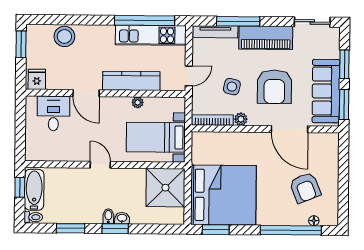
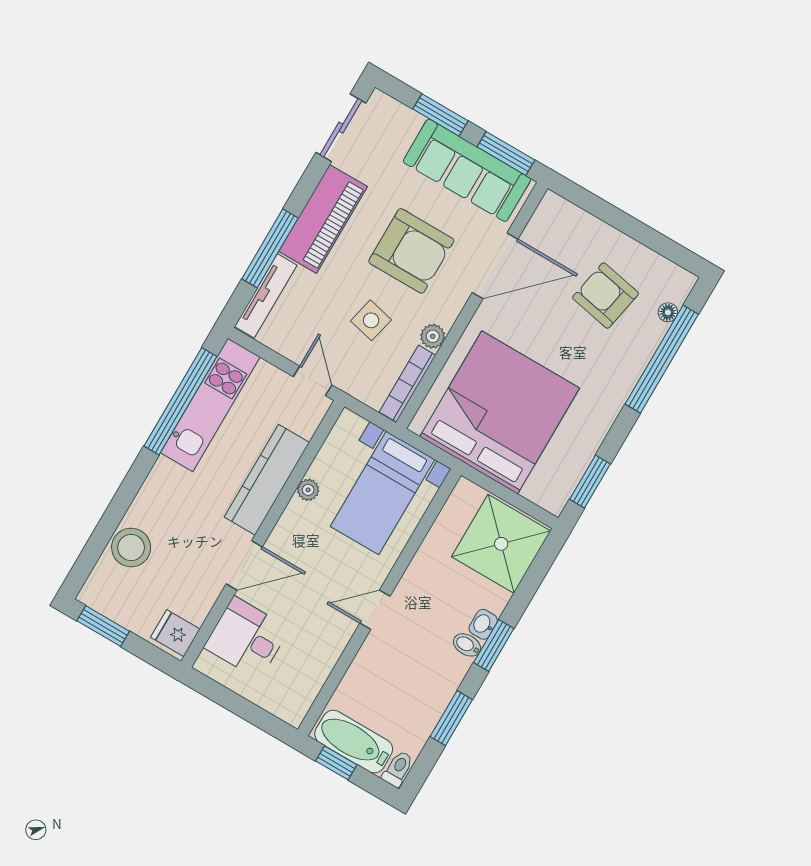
shower: (165, 188) -> (501, 544), moved
armchair: (305, 188) -> (606, 296), turned -147
bed: (223, 195) -> (500, 412), moved

